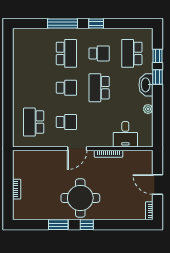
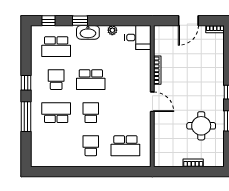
window: (157, 56) -> (48, 21), moved
school desk: (66, 122) -> (91, 146), moved
desk: (125, 134) -> (138, 38), moved
round table: (80, 198) -> (201, 126), moved, width x0.73, depth x0.73

